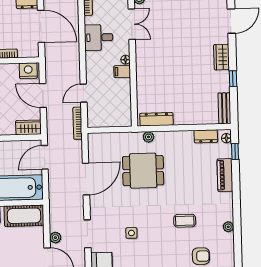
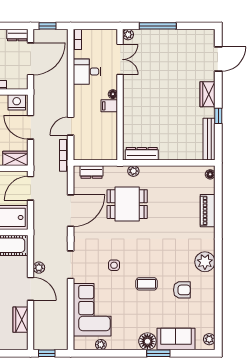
door: (41, 26) -> (31, 59), hinge flipped
bench: (224, 108) -> (209, 139), width x1.36
dresser: (206, 136) -> (92, 172), moved
window: (235, 151) -> (218, 188), removed
coffee table: (185, 221) -> (147, 284), moved
plant: (228, 227) -> (205, 262), width x1.87, depth x1.87

